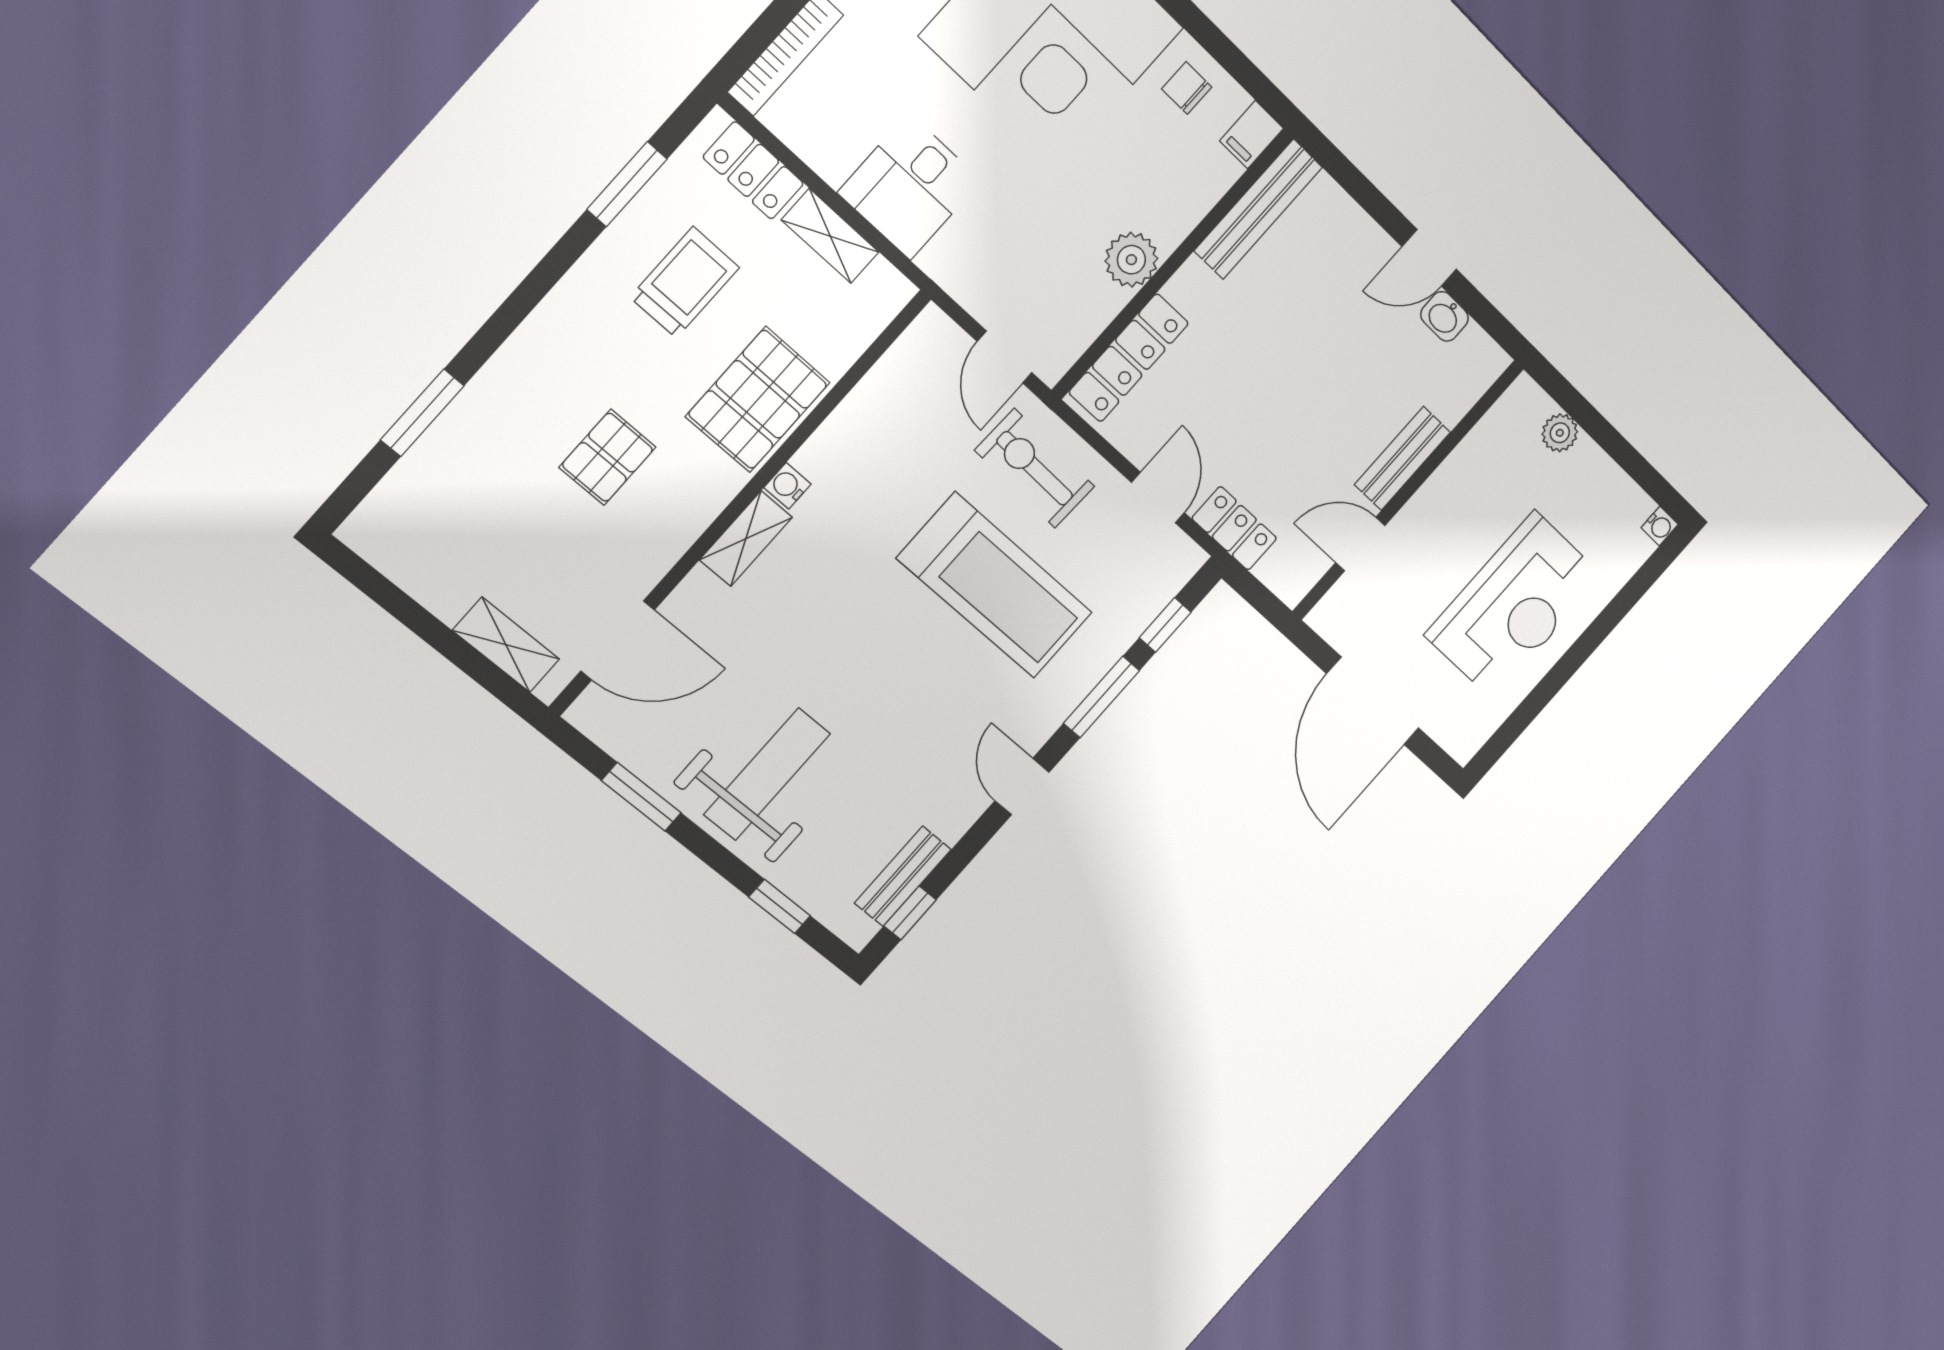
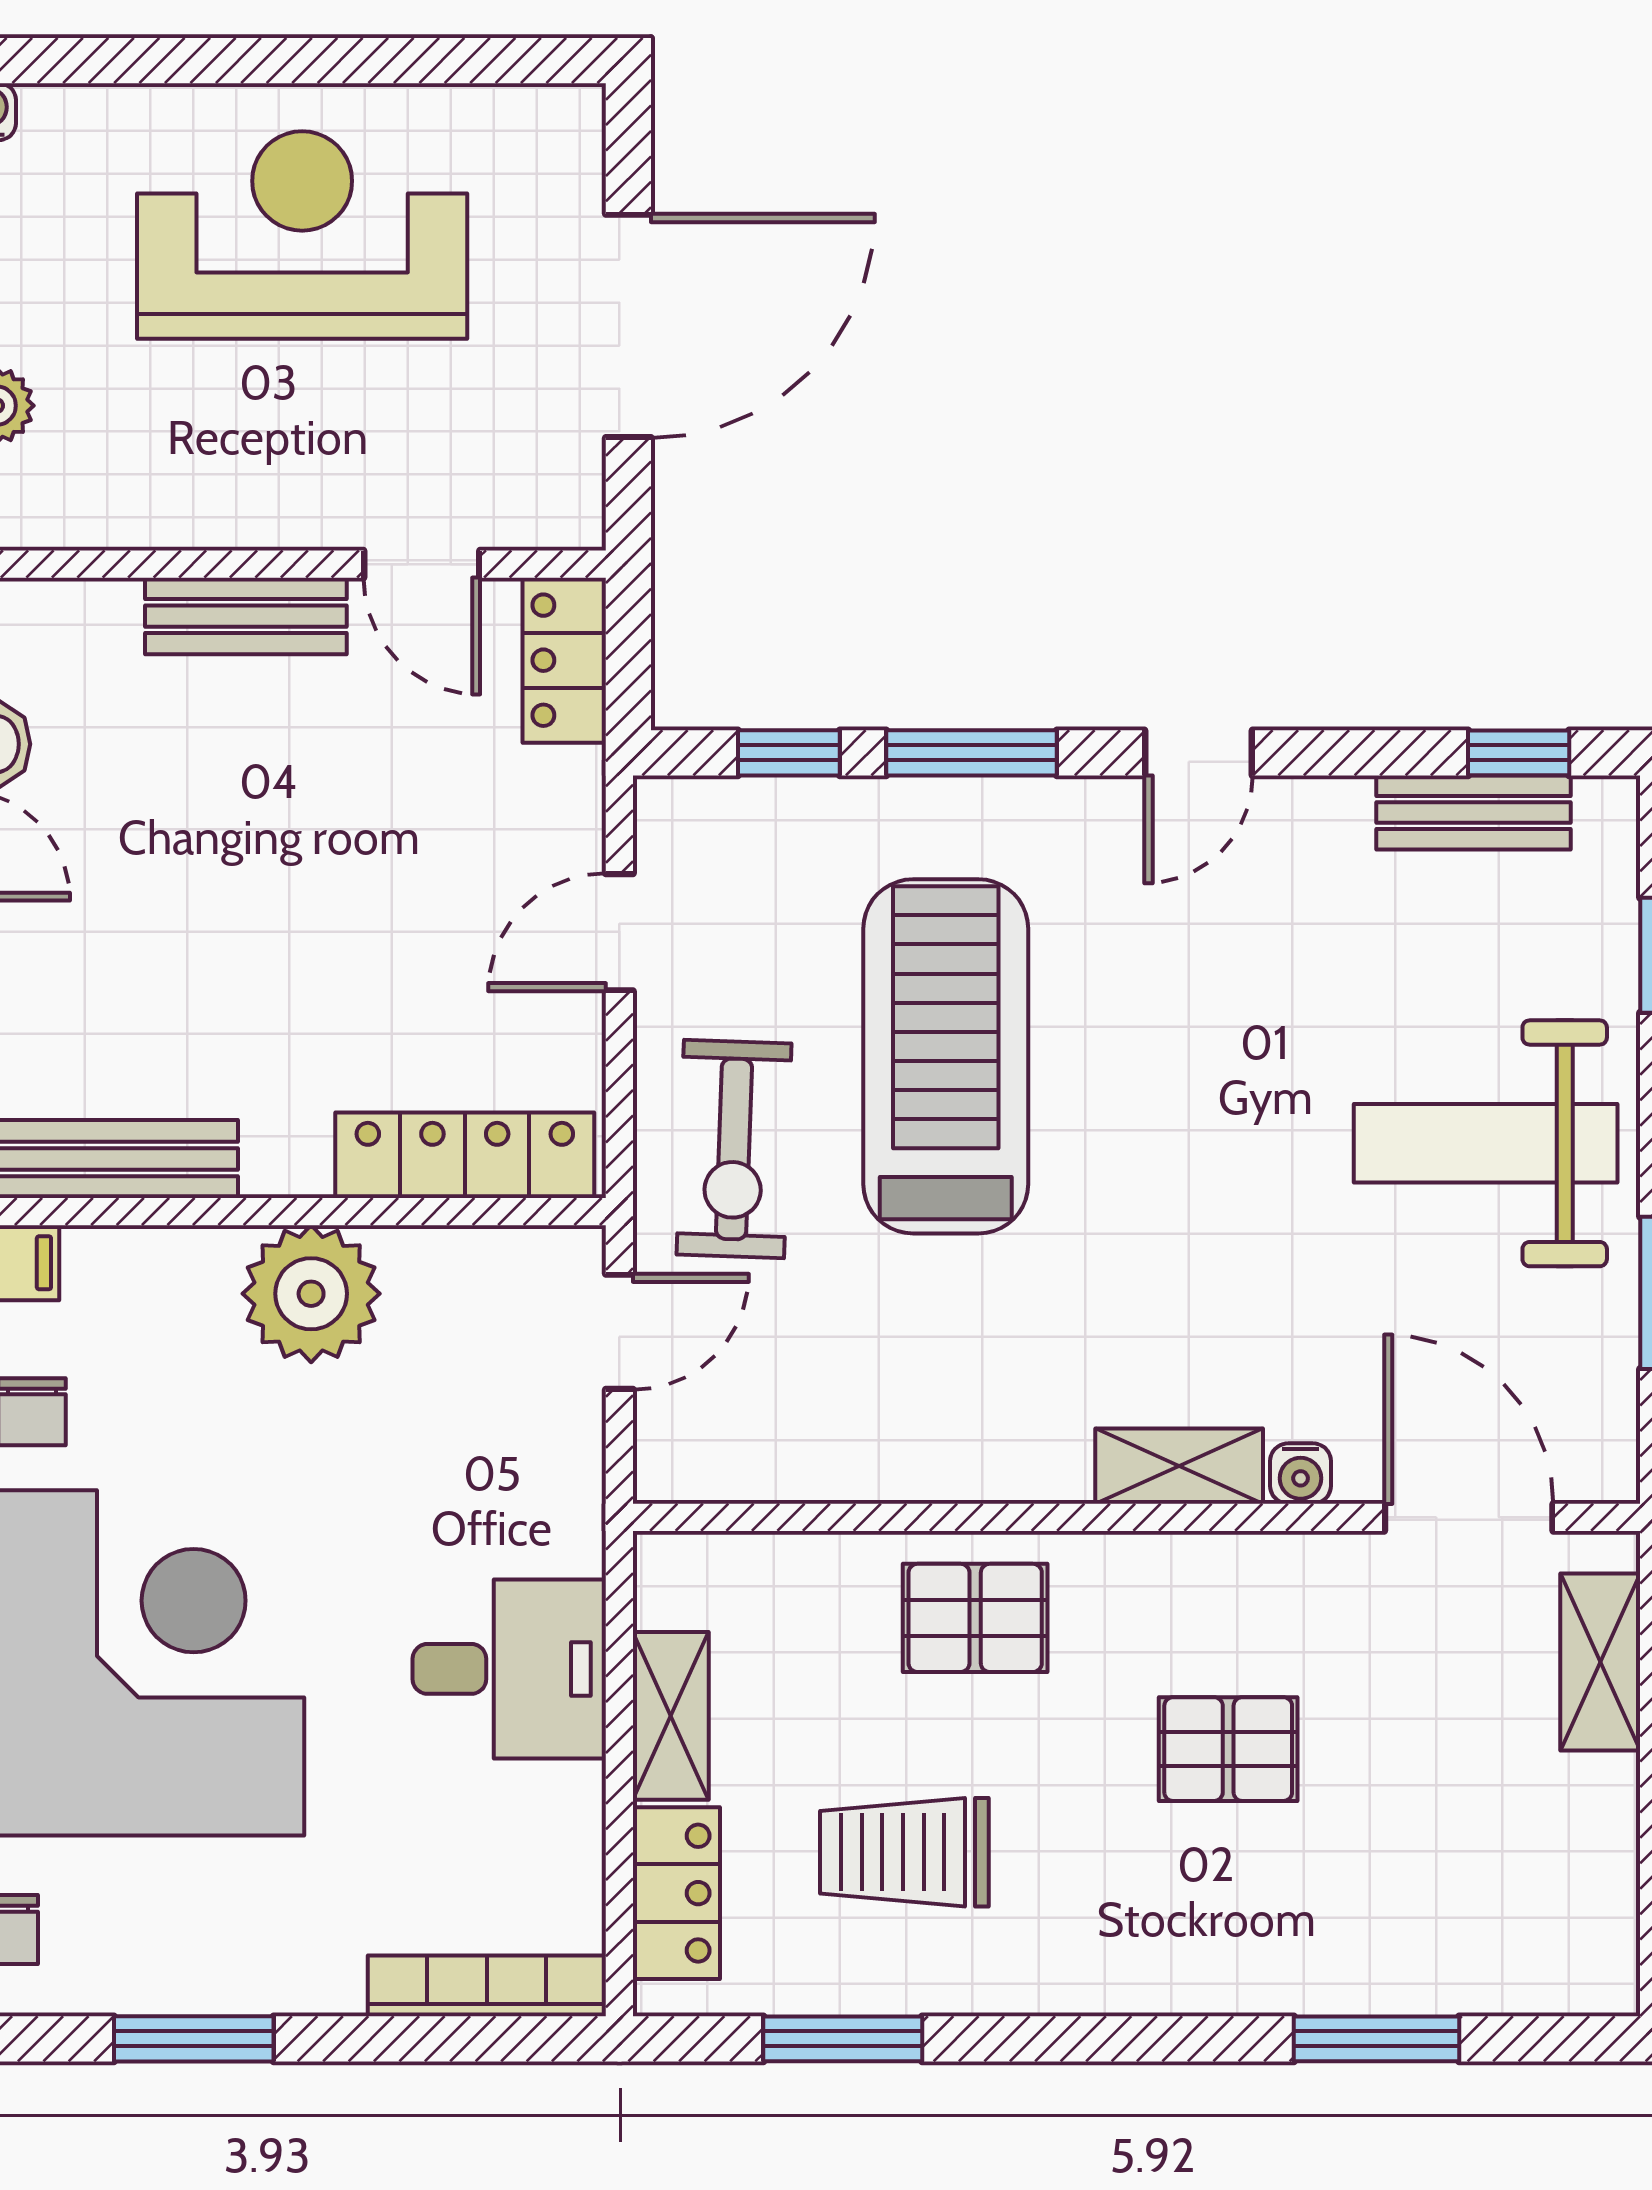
plant: (1131, 260) -> (311, 1294), width x1.36, depth x1.36
pallet: (758, 399) -> (975, 1618), width x0.67, depth x0.71
water cooler: (787, 486) -> (1301, 1473), moved
locker: (1234, 528) -> (564, 660), moved

